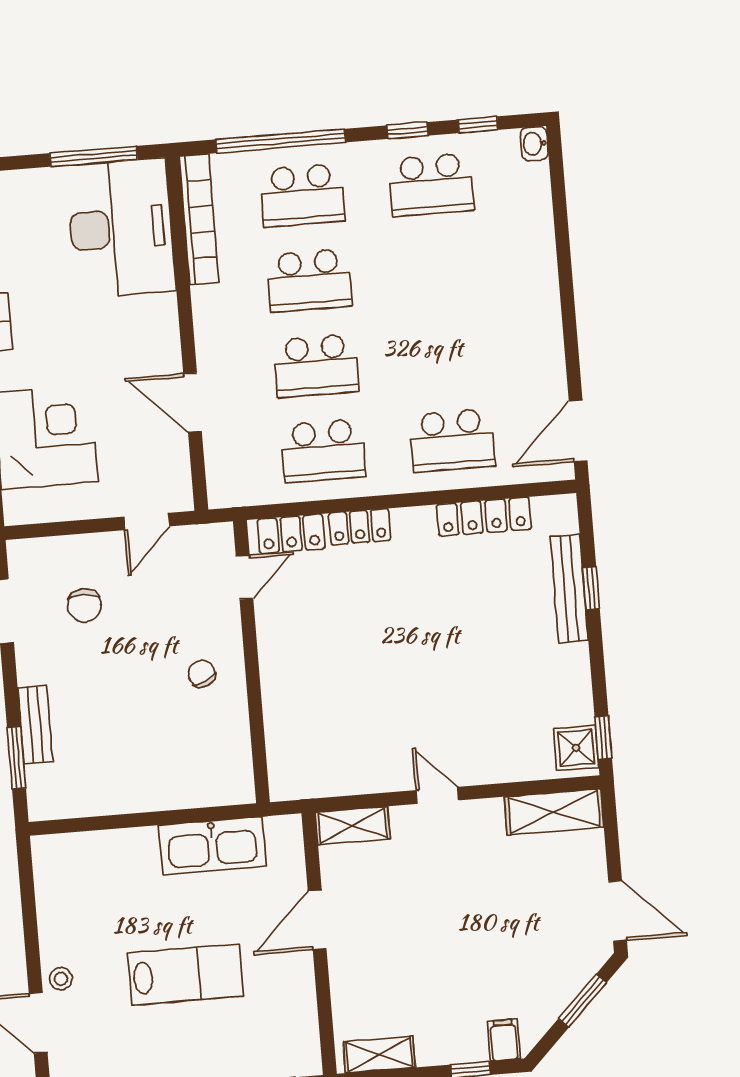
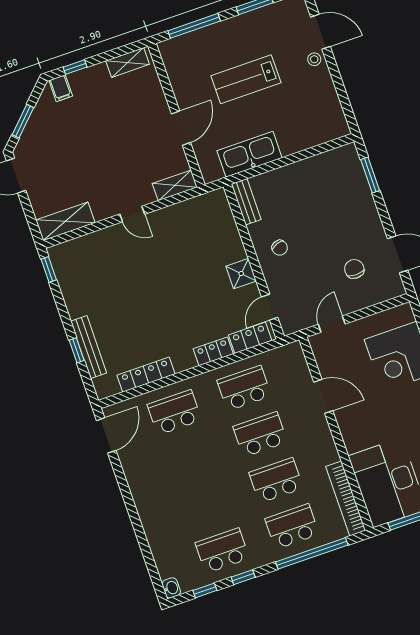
bench: (35, 725) -> (246, 202), moved
shower: (576, 748) -> (241, 274), moved

